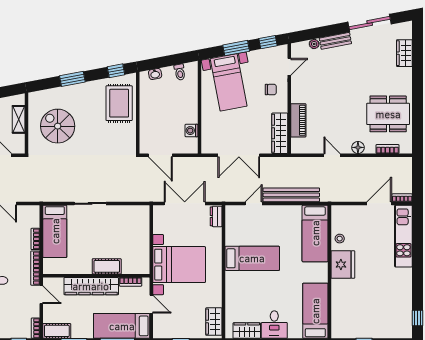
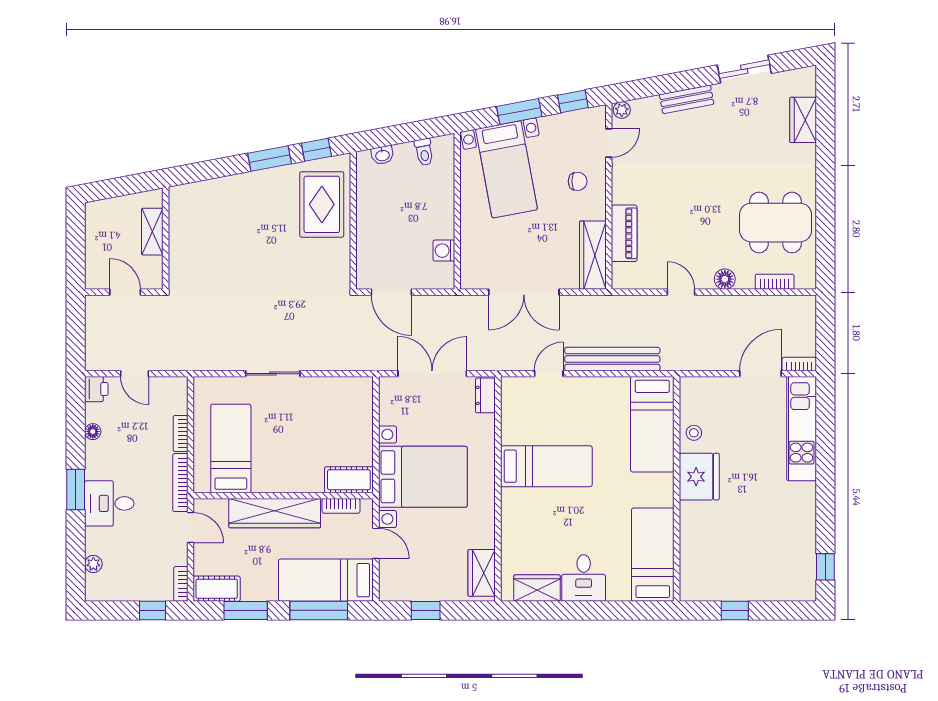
sliding door: (370, 23) -> (744, 69), width x0.73
plant: (314, 44) -> (622, 110), moved
window: (72, 79) -> (270, 159), moved
spiral stairs: (58, 126) -> (218, 243), removed
bed: (55, 231) -> (231, 449), moved, turned 180
cot: (107, 266) -> (349, 480), moved

